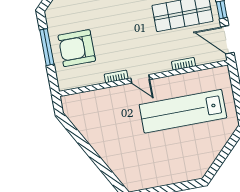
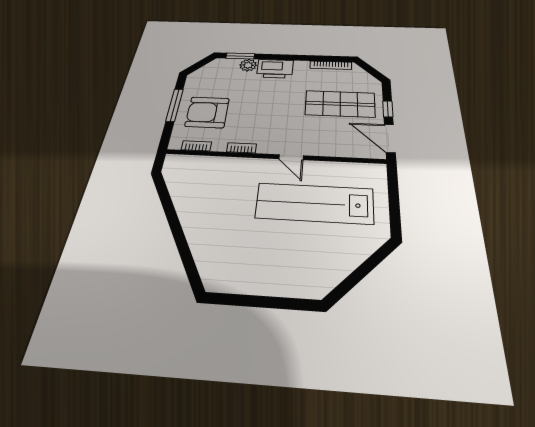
bookcase: (184, 64) -> (196, 146), moved
door: (140, 79) -> (291, 157), moved

